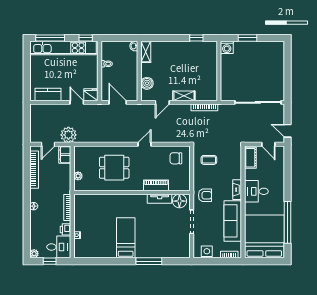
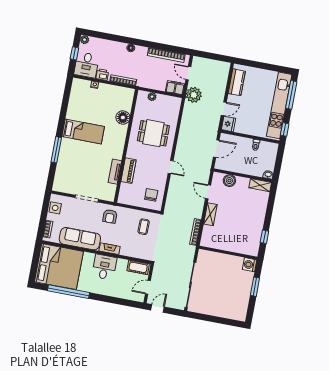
dining table: (114, 168) -> (153, 133), turned 90
floor lamp: (179, 201) -> (123, 118), moved

